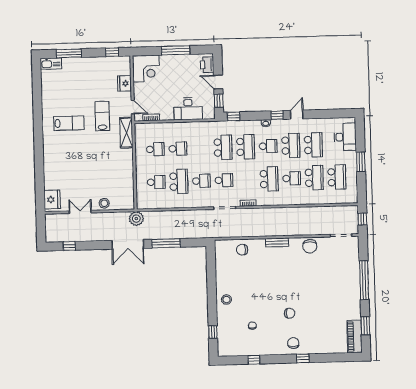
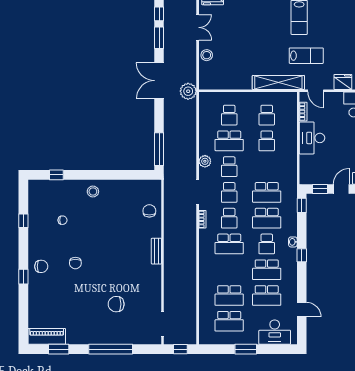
door: (133, 107) -> (316, 91), hinge flipped
desk: (188, 109) -> (312, 138), moved
door: (297, 115) -> (302, 310), moved
shelving: (126, 133) -> (278, 82), width x1.47
school desk: (292, 178) -> (229, 218), moved
plant: (197, 202) -> (205, 161), added
window: (166, 243) -> (159, 149), moved
window: (90, 245) -> (159, 38), added
chair: (310, 246) -> (116, 304), moved

